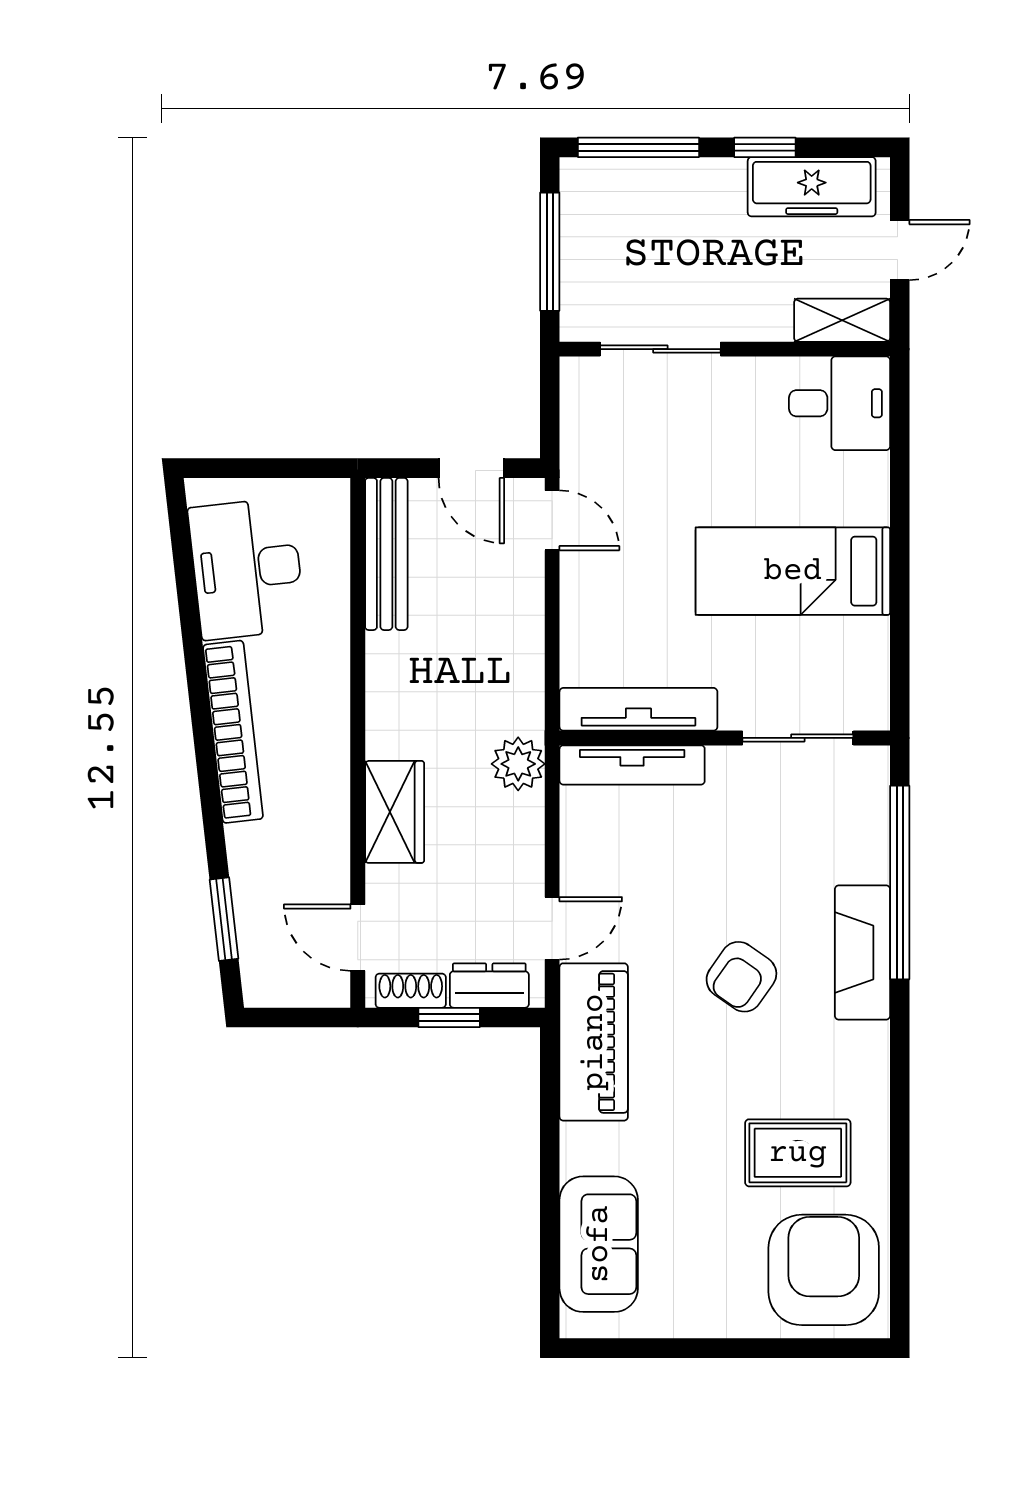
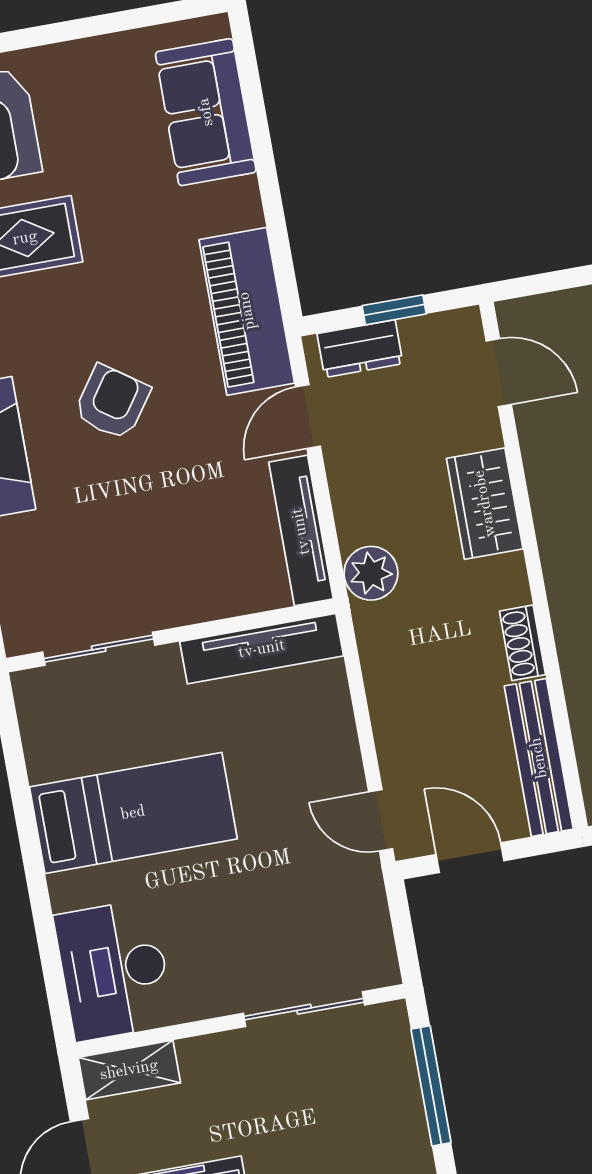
desk: (839, 403) -> (114, 970), width x1.37
tv unit: (632, 765) -> (301, 531), moved, turned -90
shoe rack: (411, 991) -> (523, 643), moved, turned 90

